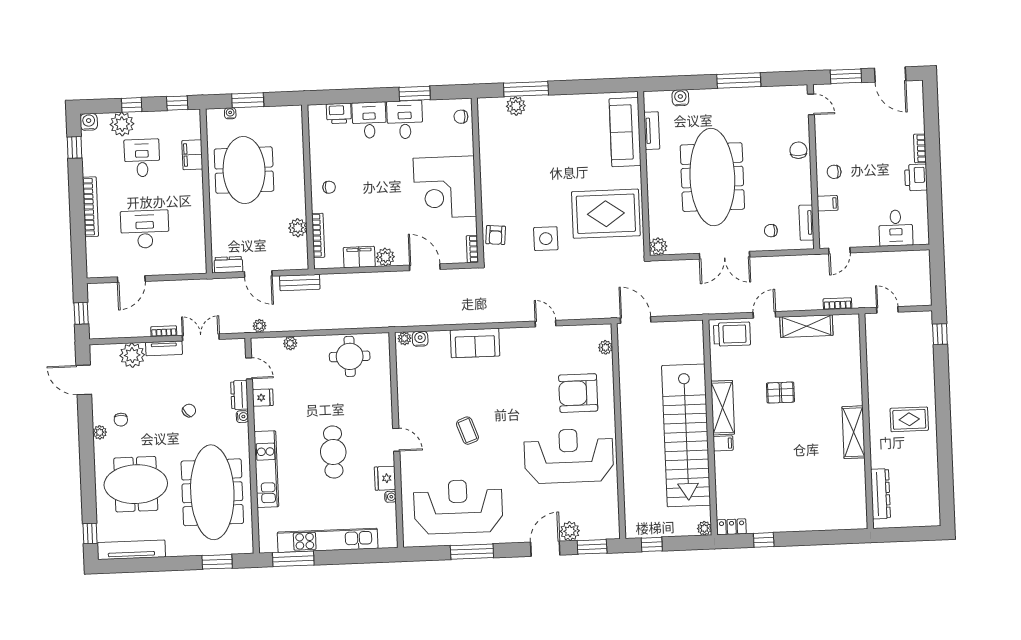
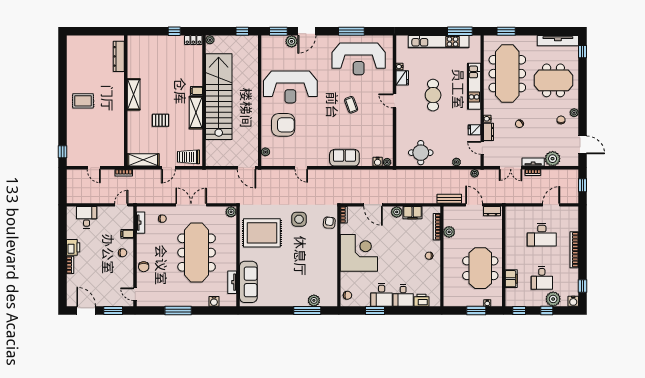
wall: (866, 421) -> (126, 101), moved
shelving: (854, 432) -> (134, 94), moved
dresser: (880, 494) -> (119, 56), moved

